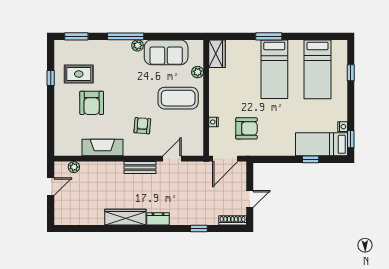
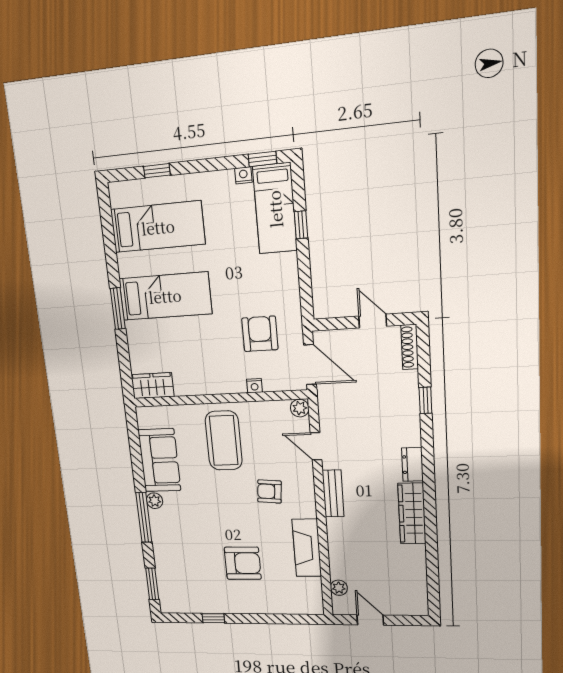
plant: (198, 72) -> (300, 408), moved
rug: (79, 74) -> (204, 581), removed

